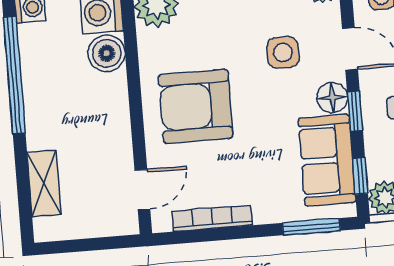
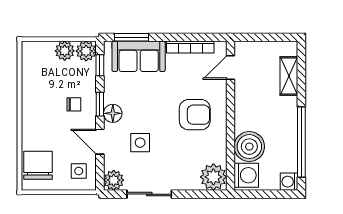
boiler: (107, 53) -> (249, 147), width x1.37, depth x1.37
armchair: (196, 106) -> (195, 115), width x0.73, depth x0.73
sofa: (327, 160) -> (139, 56), moved, turned 90

